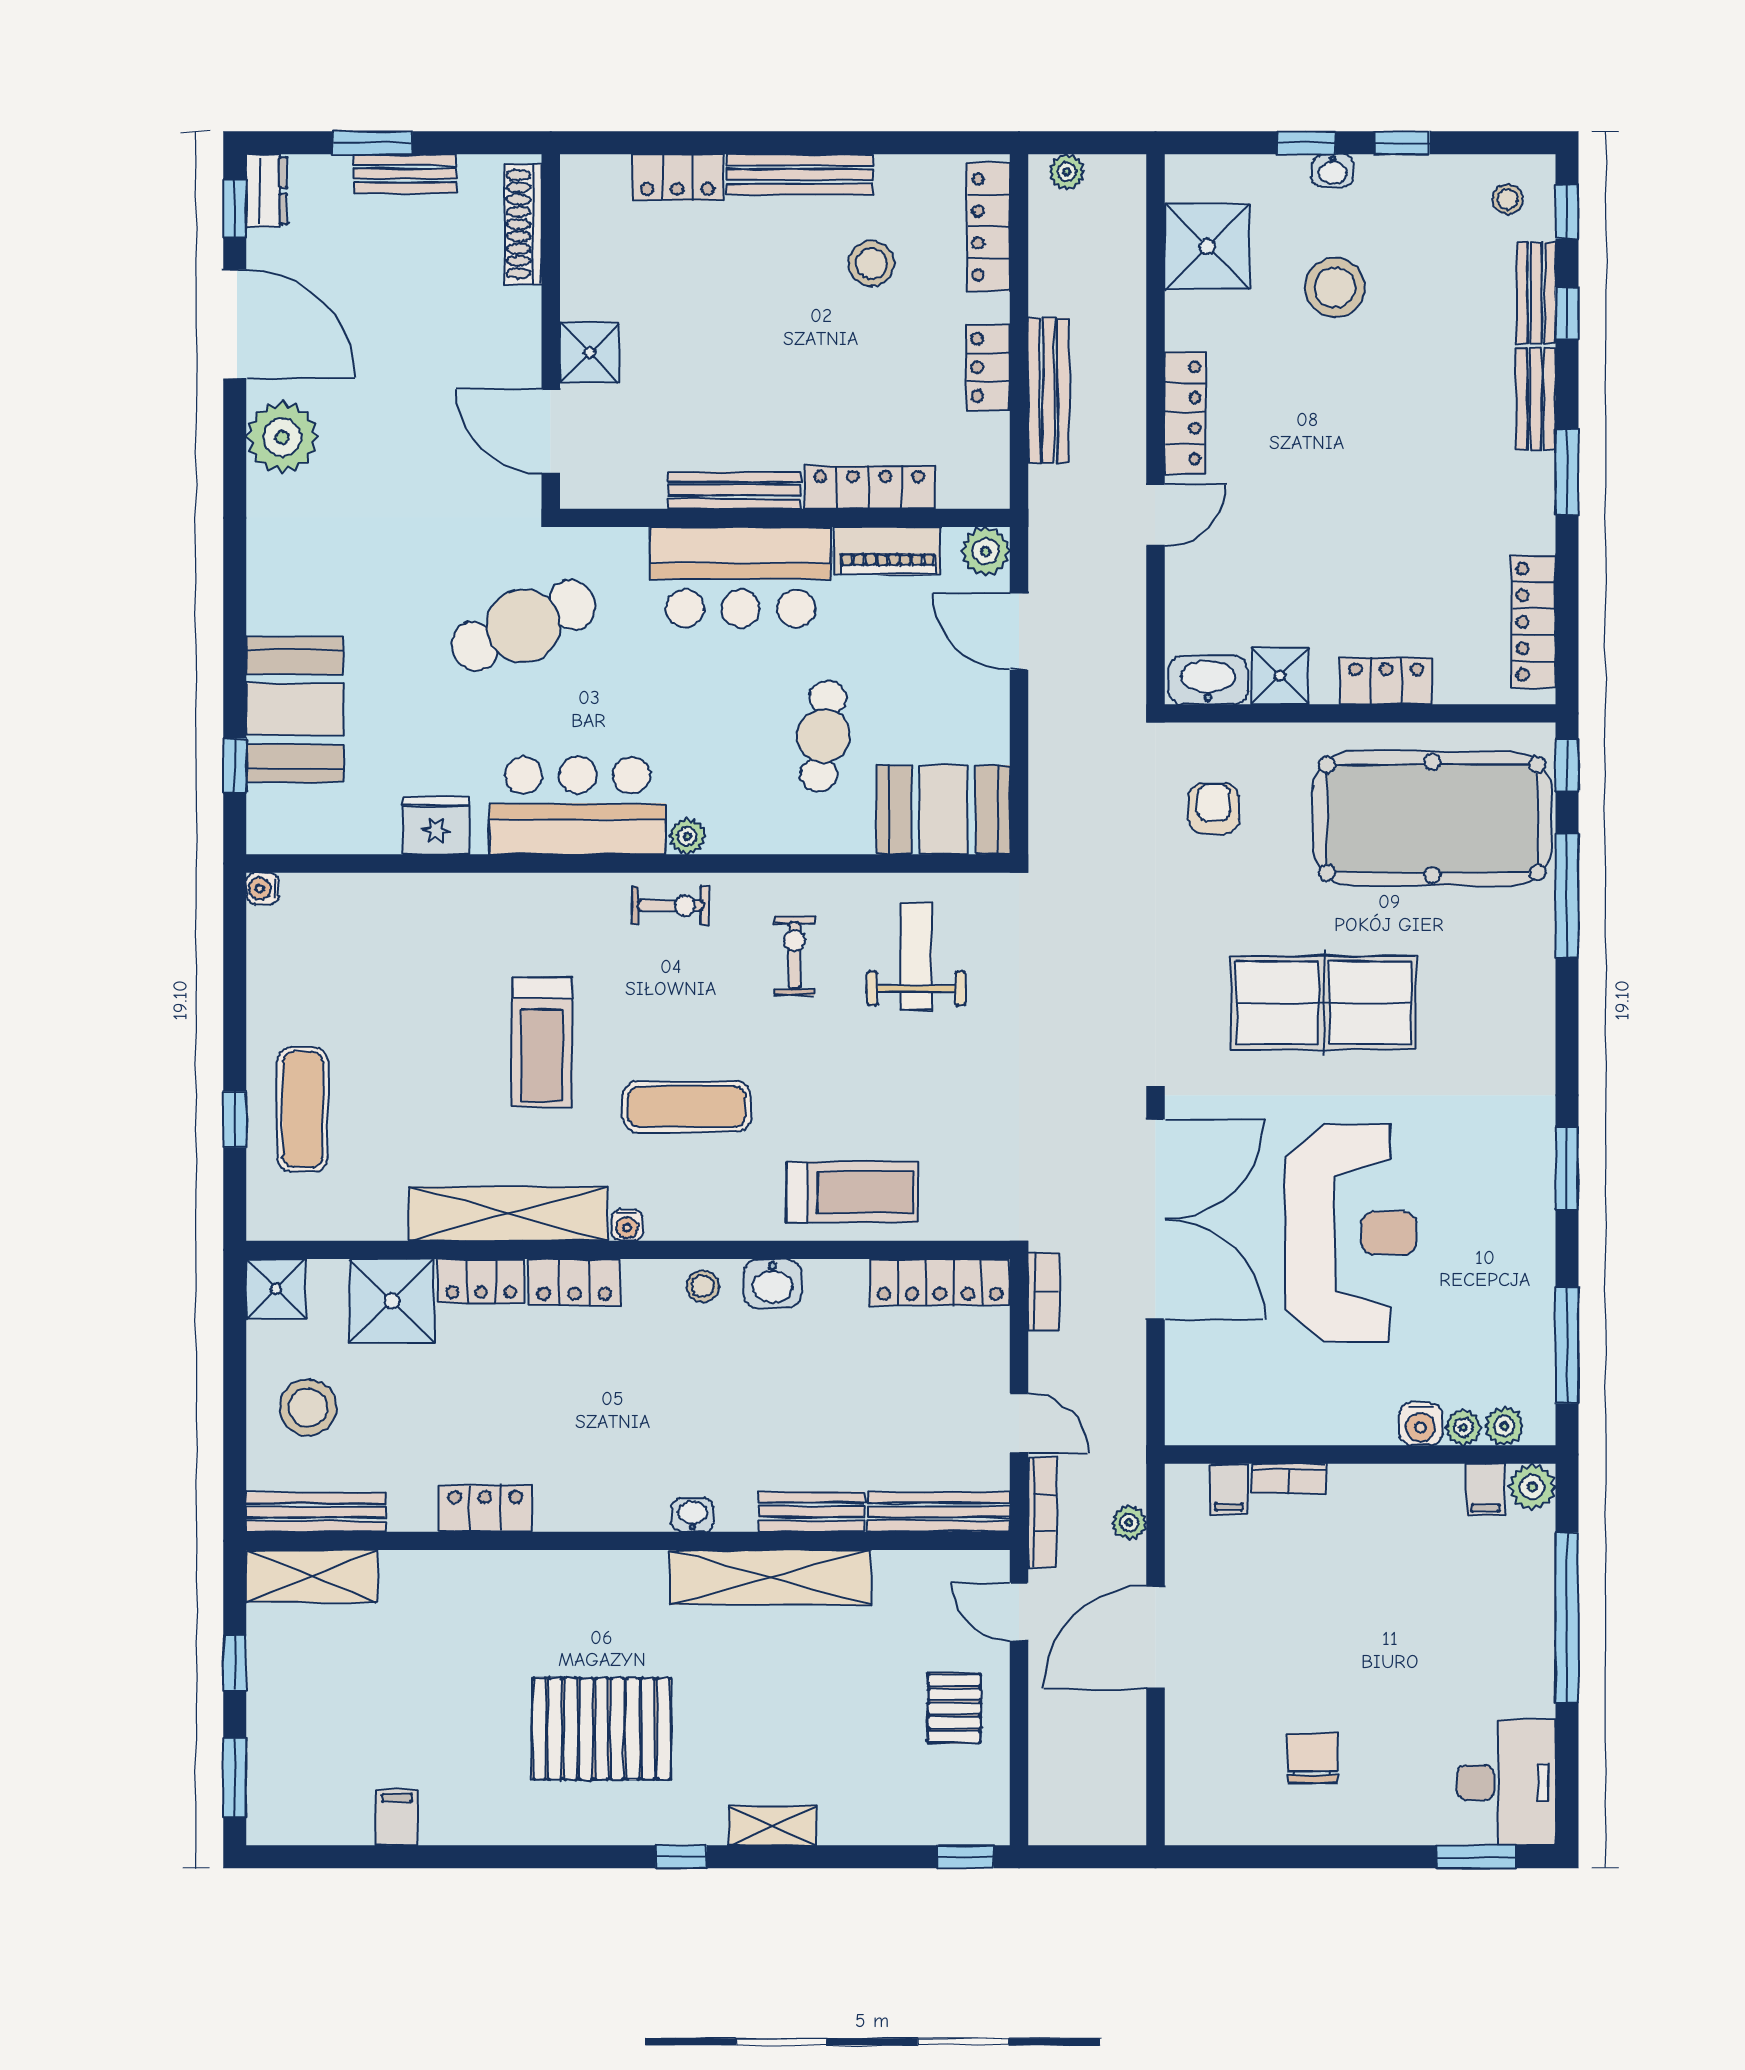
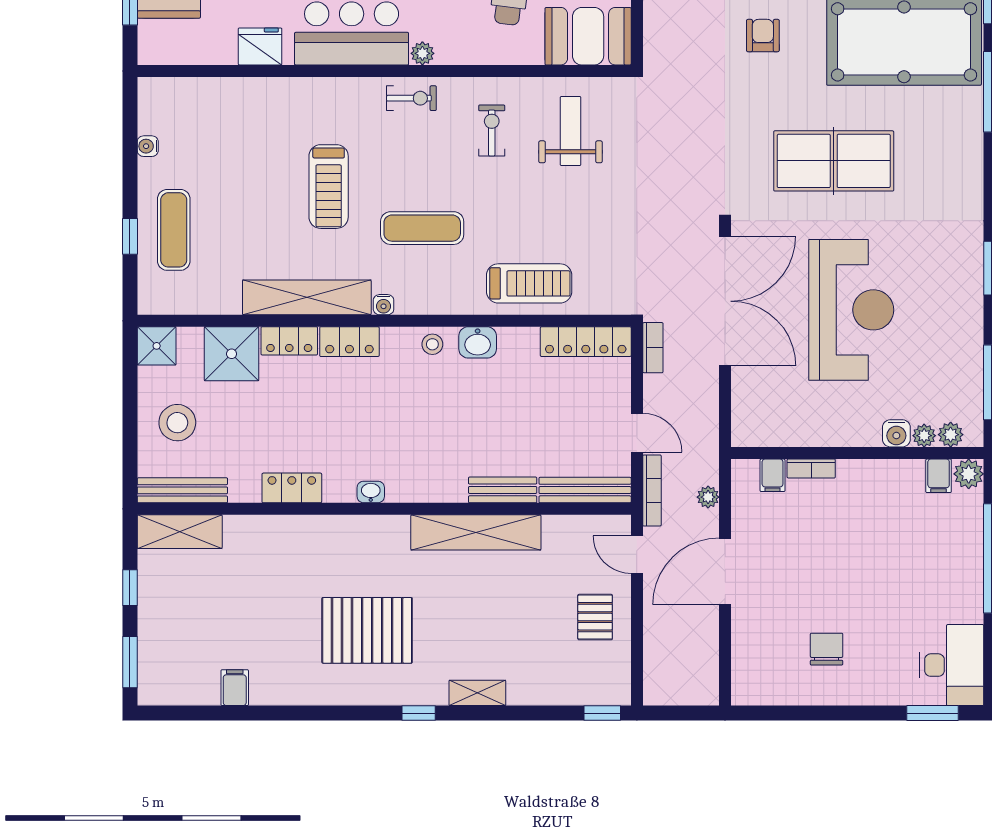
water cooler: (262, 889) -> (148, 146), moved
washbasin: (693, 1515) -> (371, 492), moved

